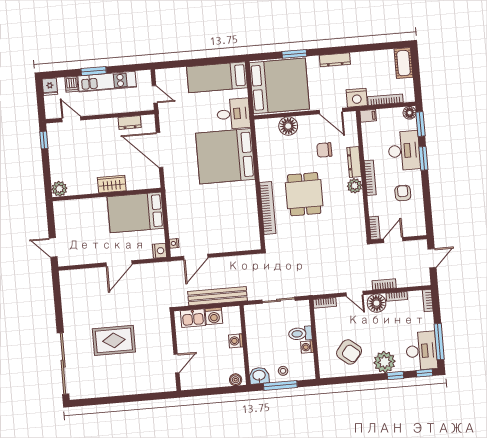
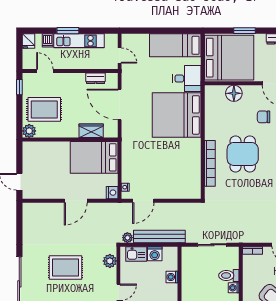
rug: (74, 163) -> (44, 109), added
wardrobe: (112, 184) -> (91, 131), moved
plant: (181, 300) -> (127, 238), added
plant: (164, 329) -> (110, 261), added

